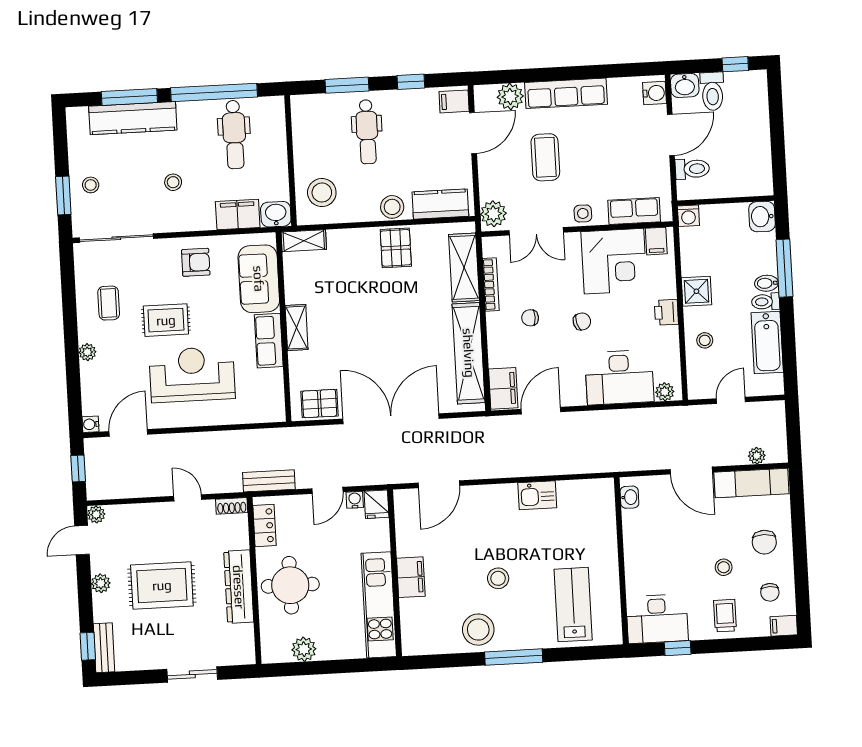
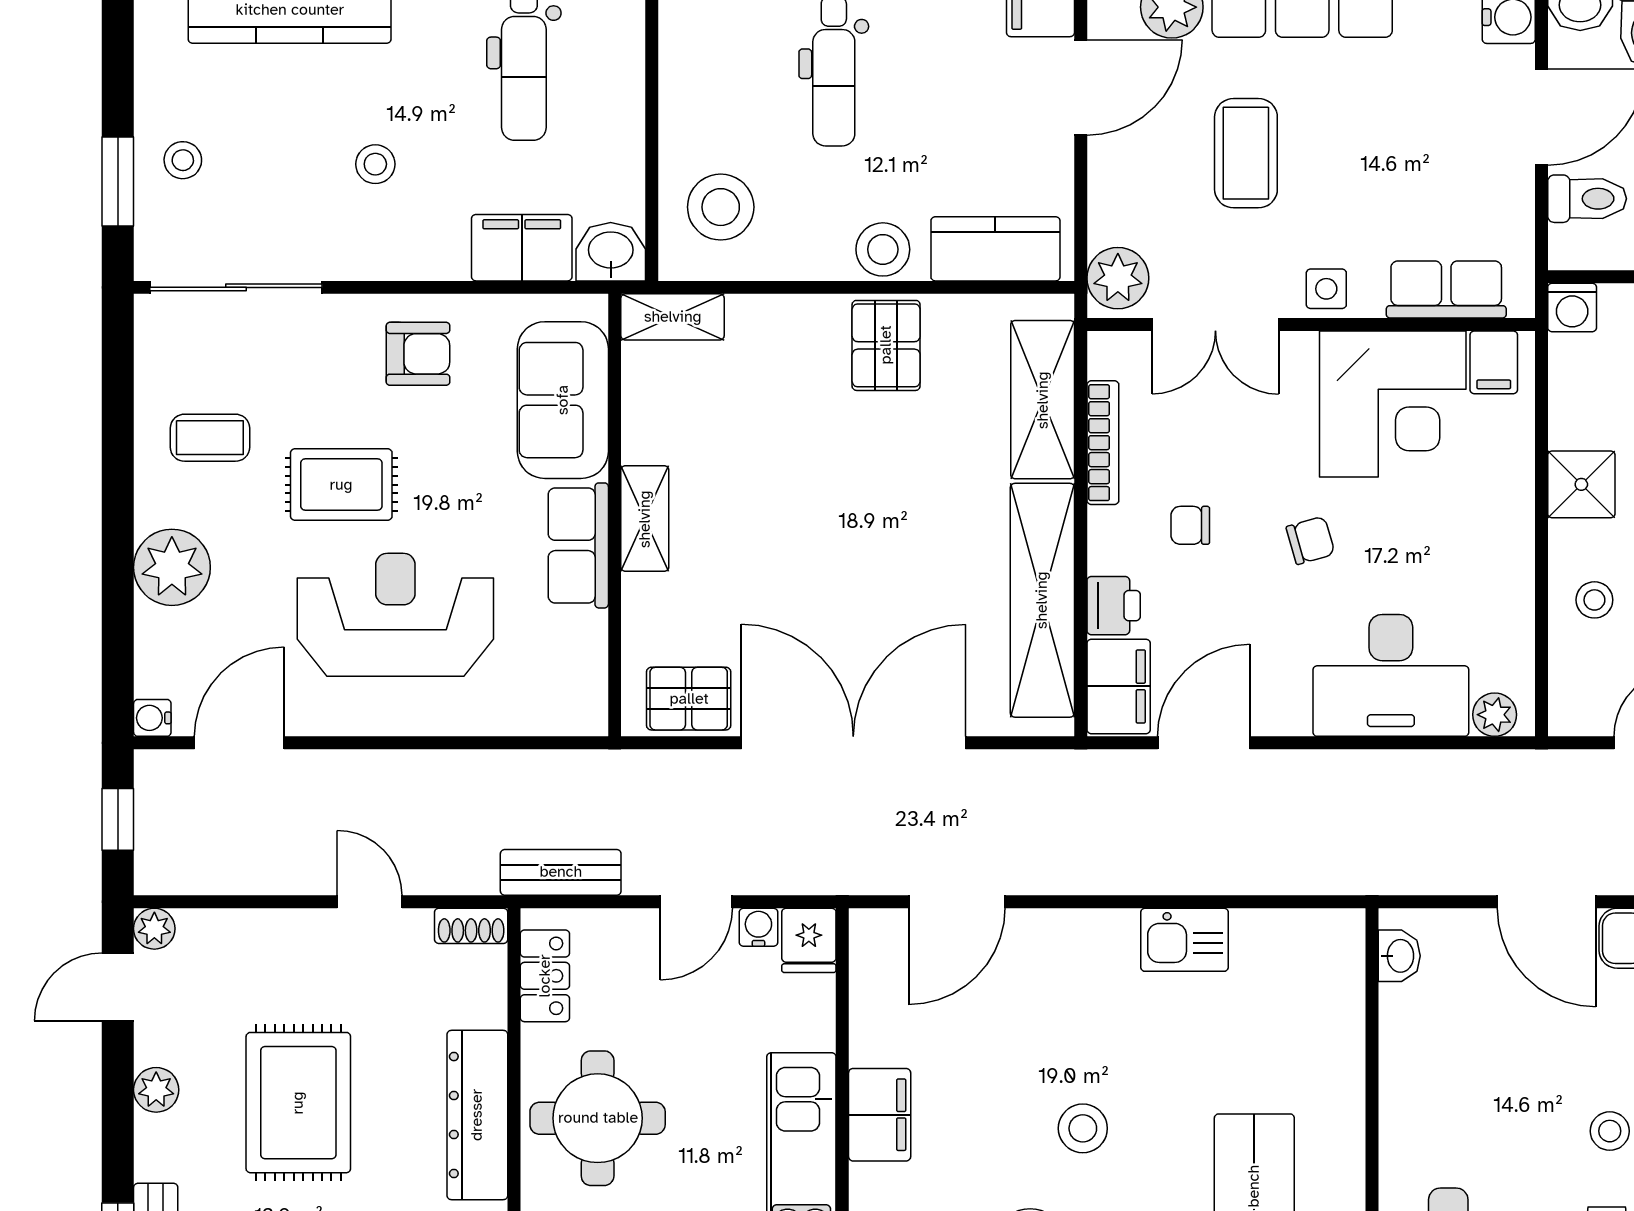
coffee table: (109, 303) -> (210, 438), turned 90
printer: (666, 312) -> (1114, 606), moved, turned 180
plant: (87, 352) -> (172, 567), width x1.88, depth x1.88
rug: (162, 585) -> (298, 1103), turned 90

